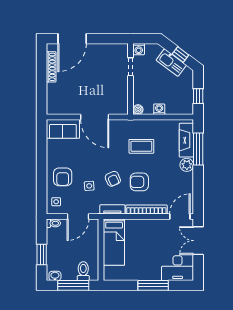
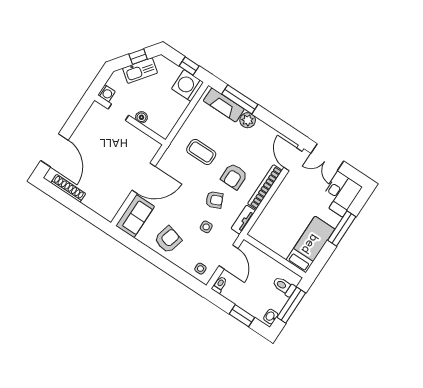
washing machine: (159, 109) -> (187, 85), moved, width x1.89, depth x1.89
boiler: (138, 110) -> (141, 117), moved
coffee table: (141, 146) -> (201, 152), turned 90
armchair: (63, 177) -> (168, 240), moved, turned -75
bed: (114, 242) -> (310, 244), moved, turned -90

